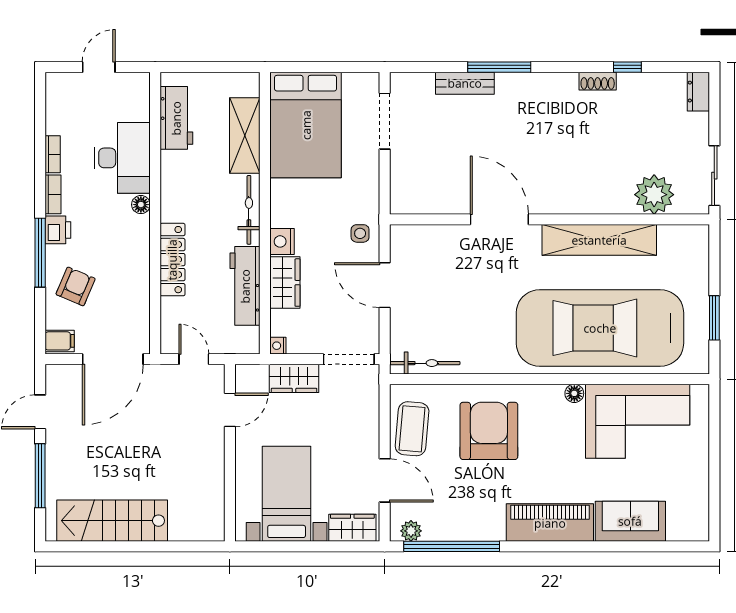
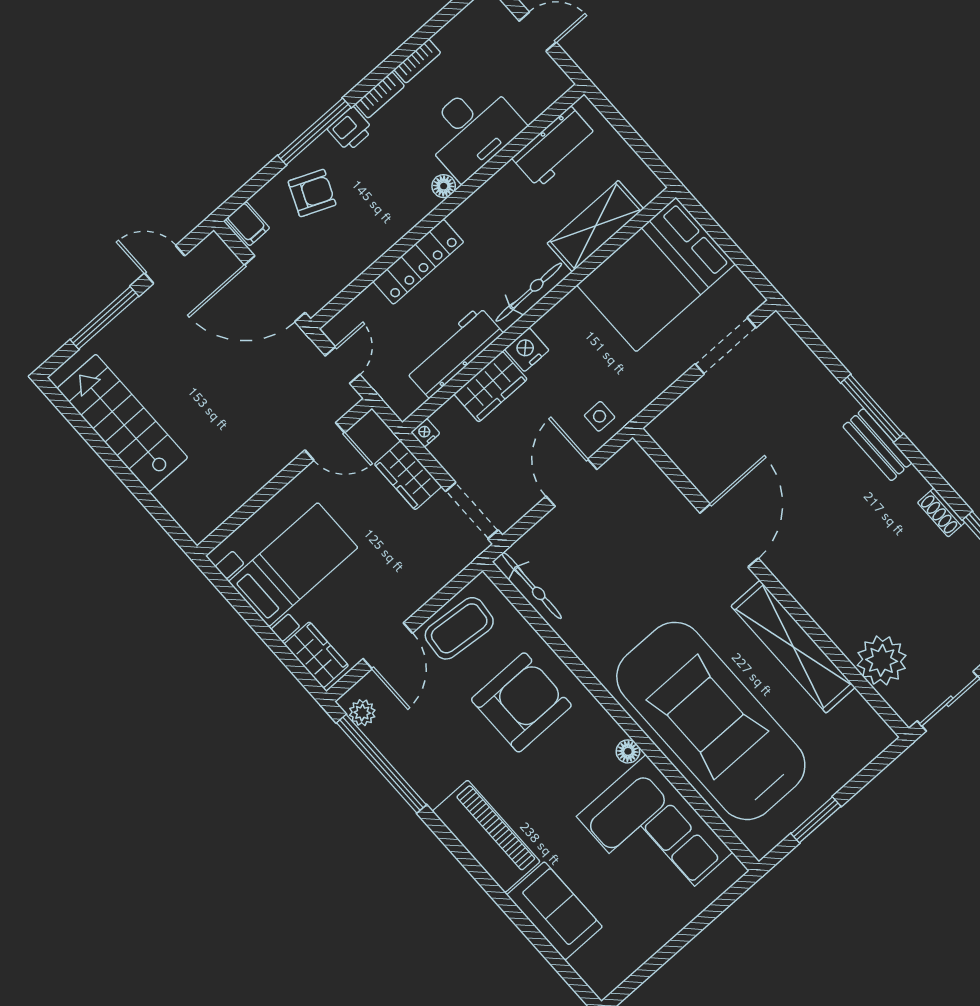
bench: (465, 83) -> (877, 445), moved

